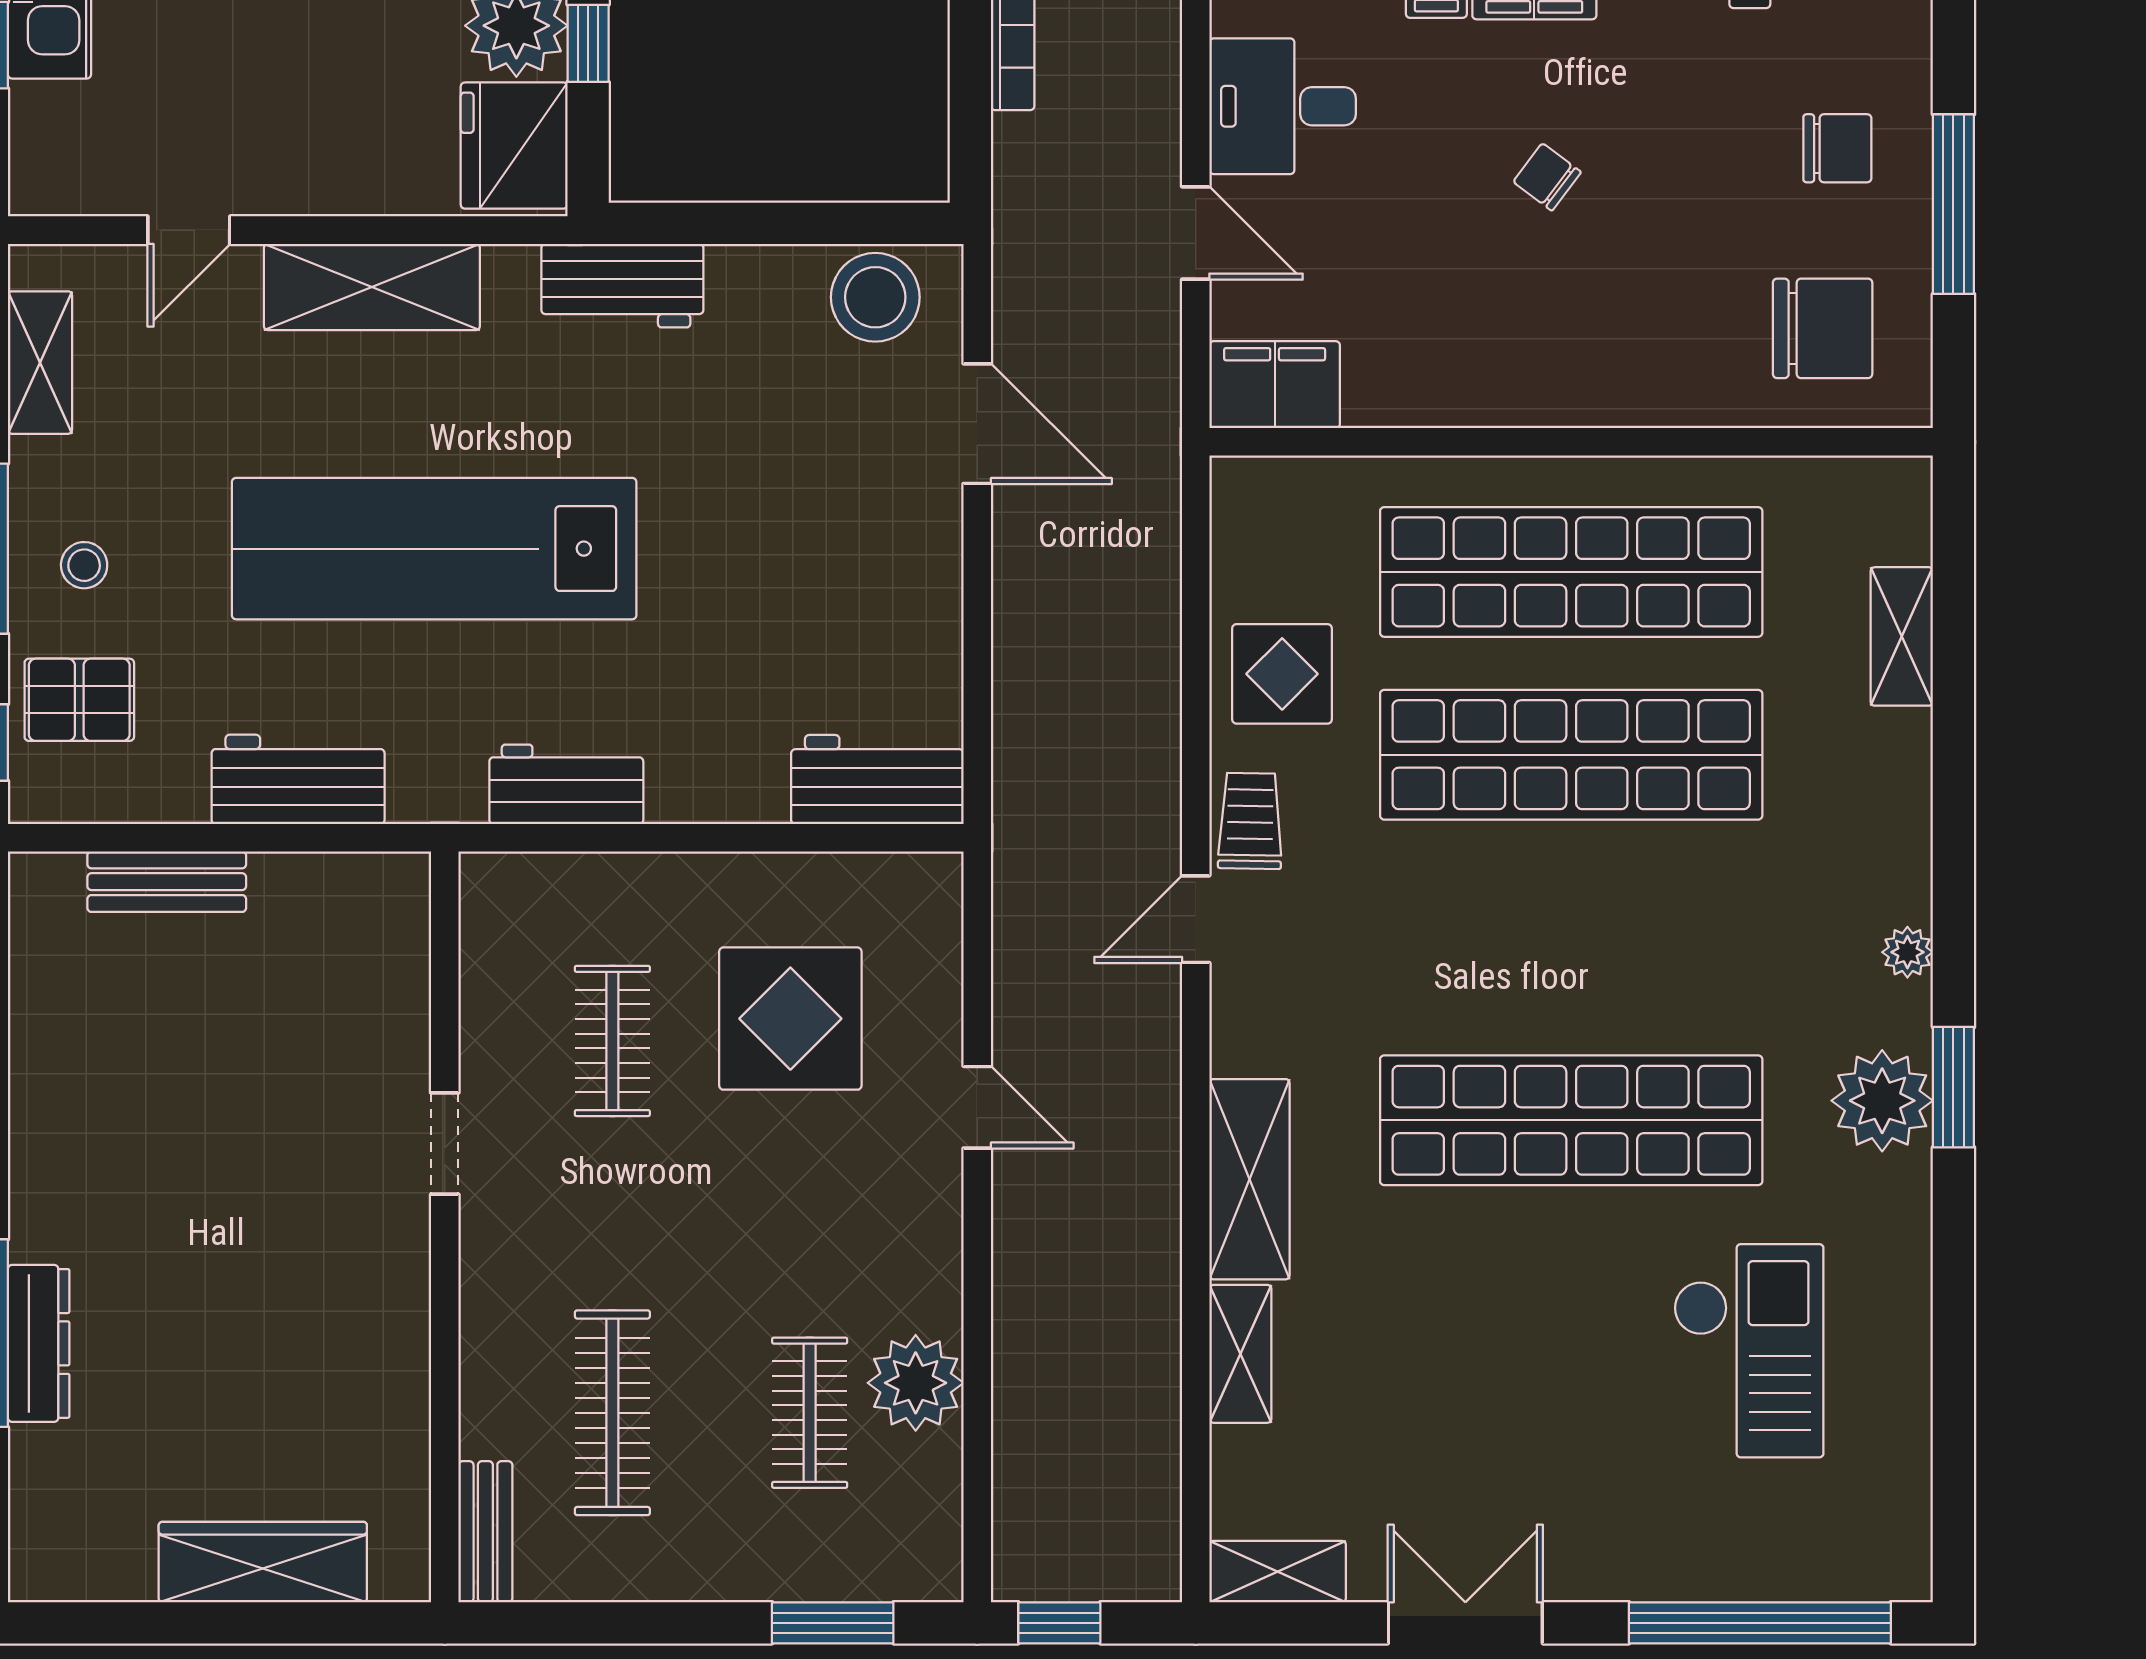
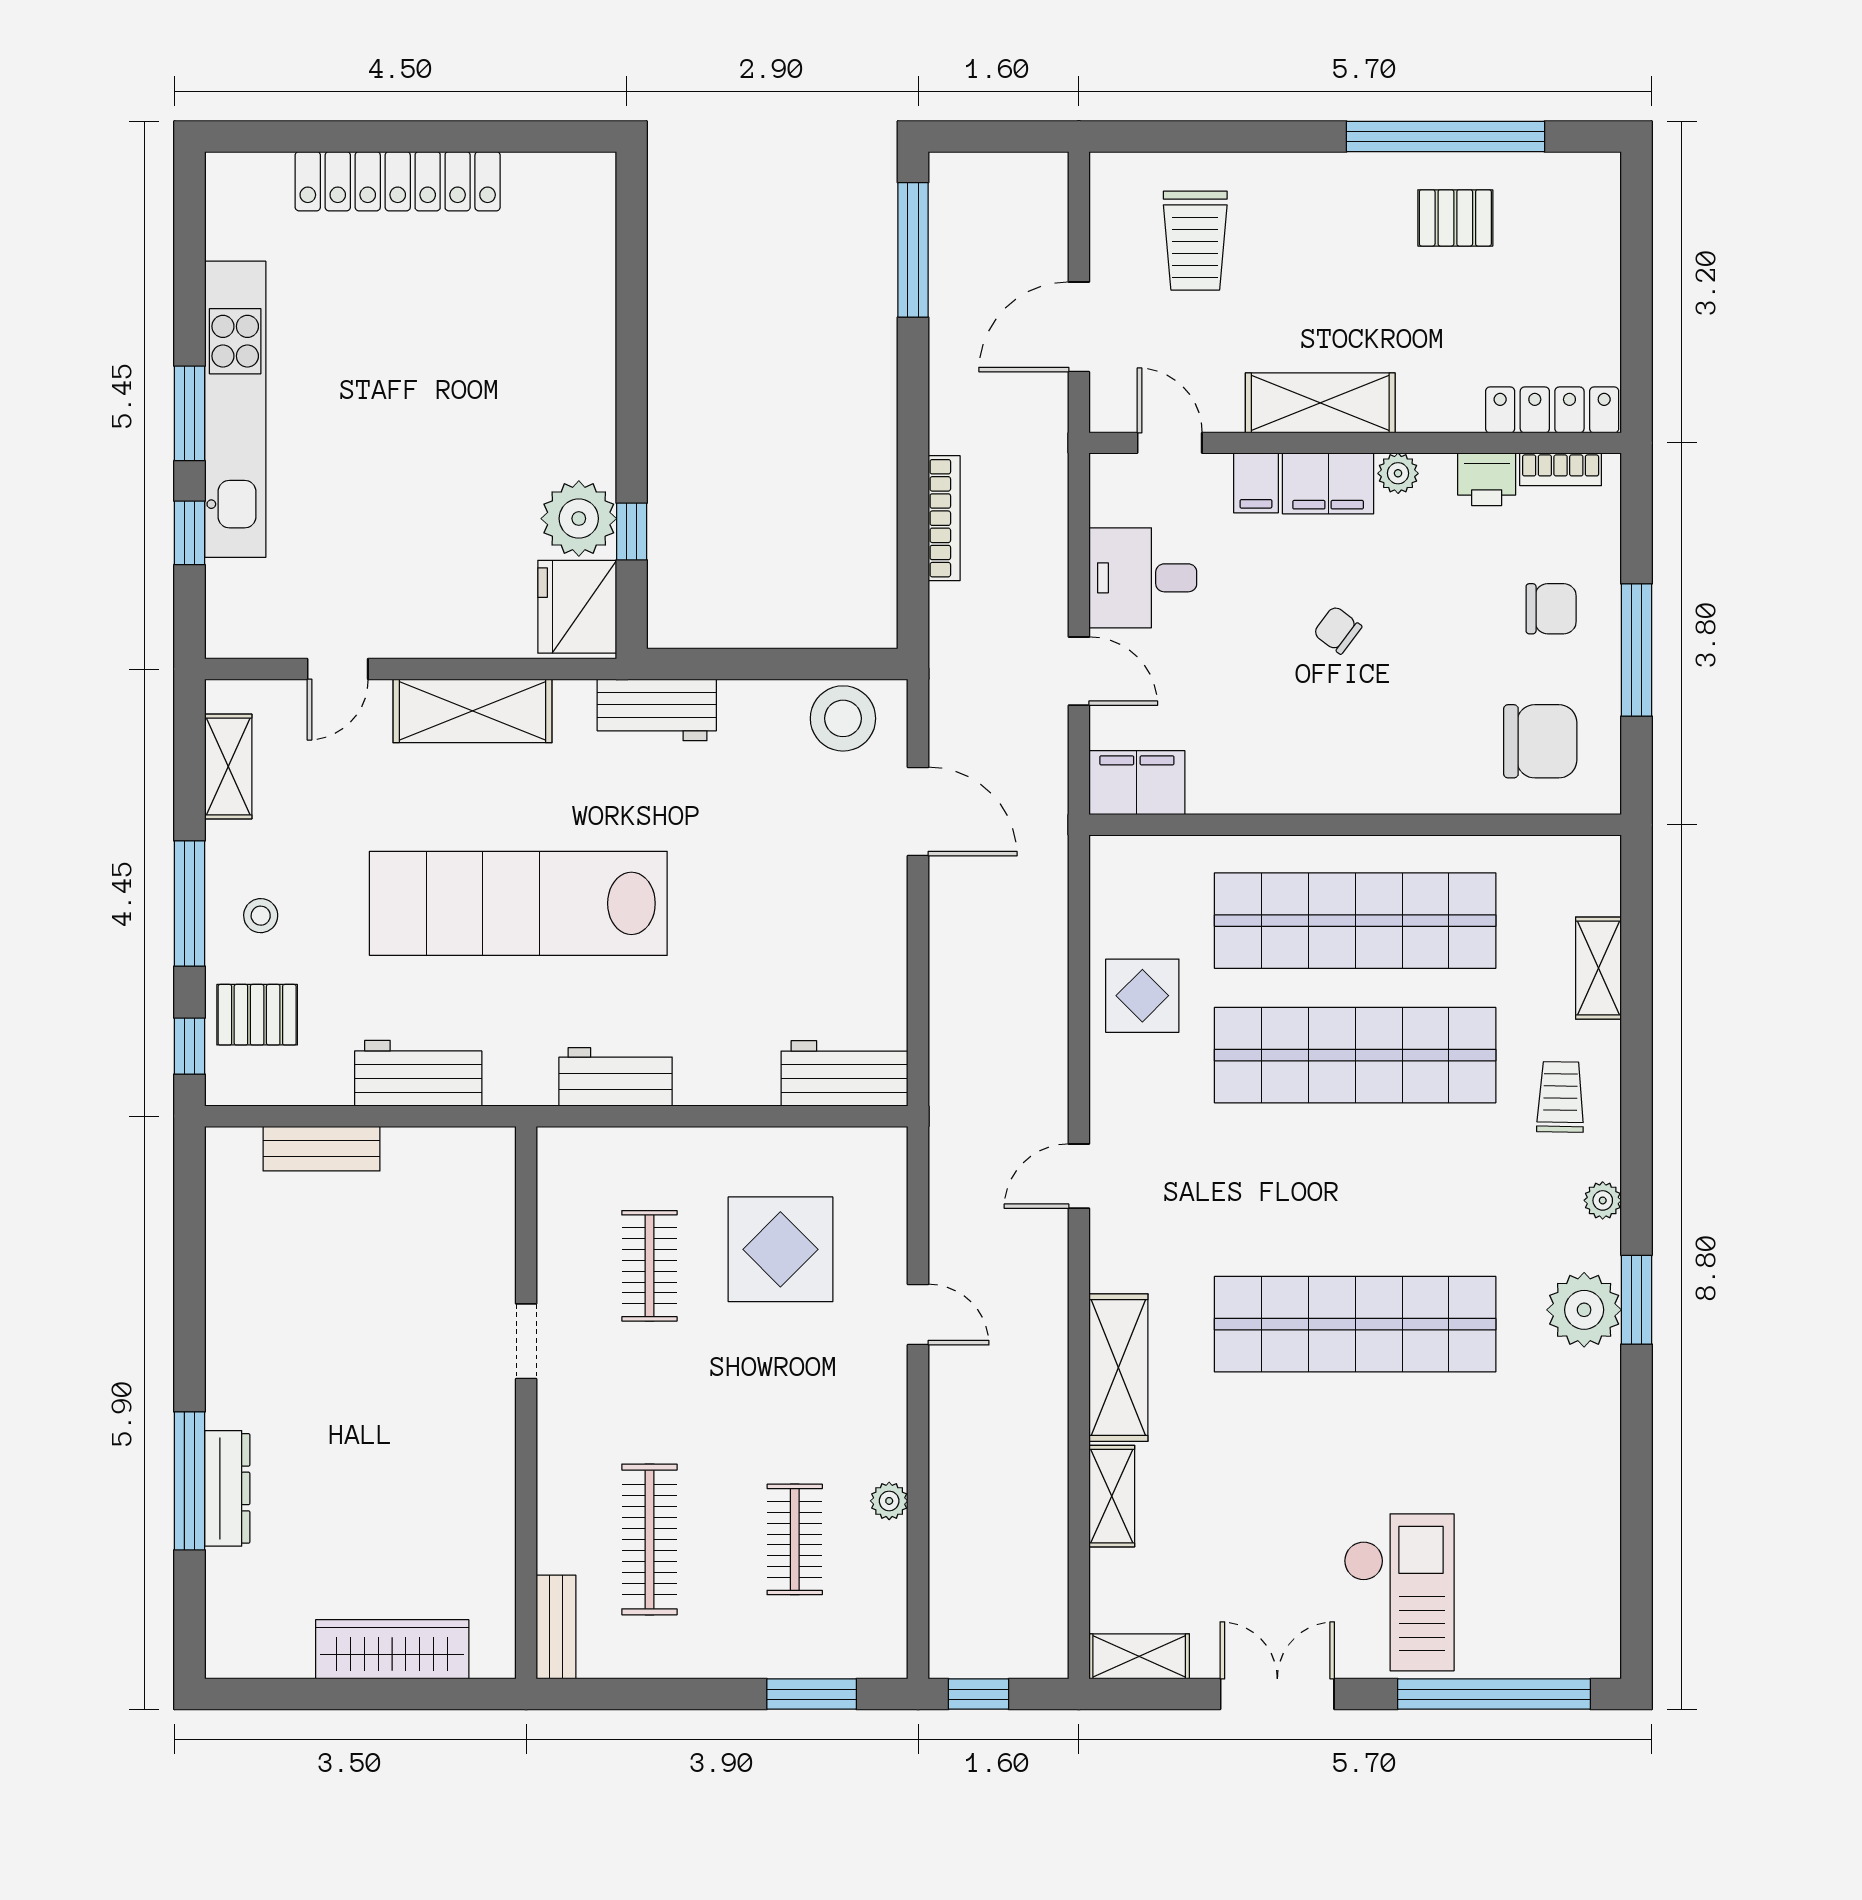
trolley: (1250, 821) -> (1560, 1097), moved
checkout: (1749, 1351) -> (1399, 1592), moved
plant: (916, 1383) -> (889, 1501), width x0.53, depth x0.53

